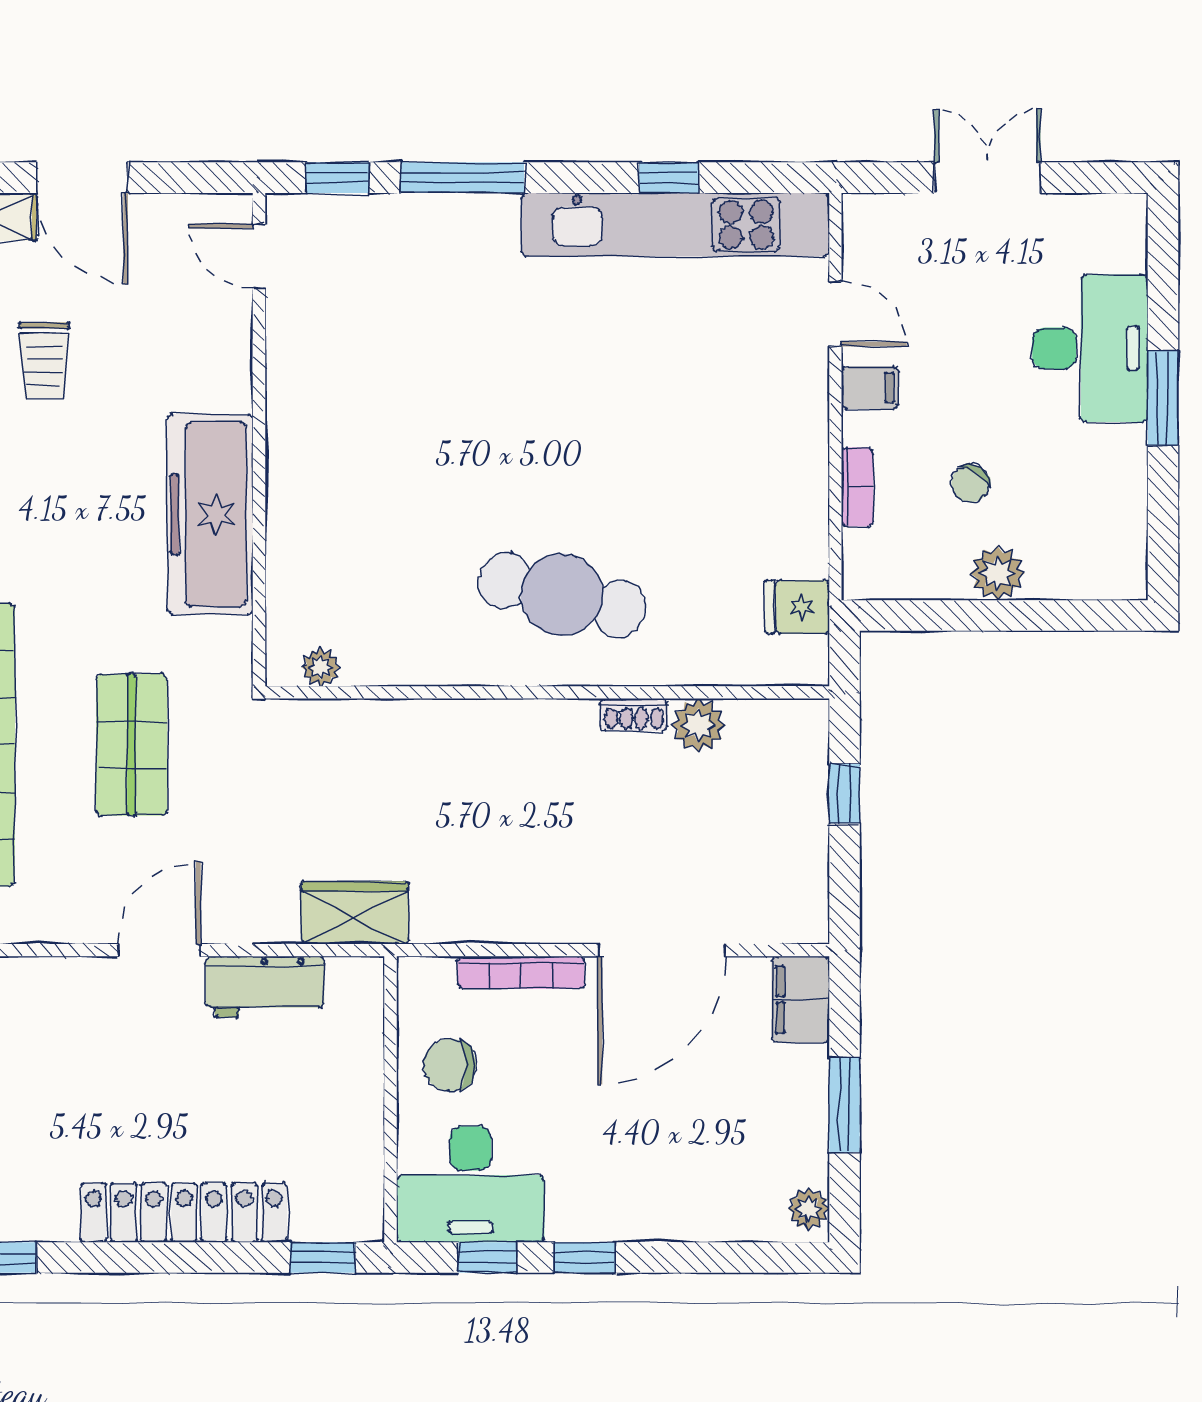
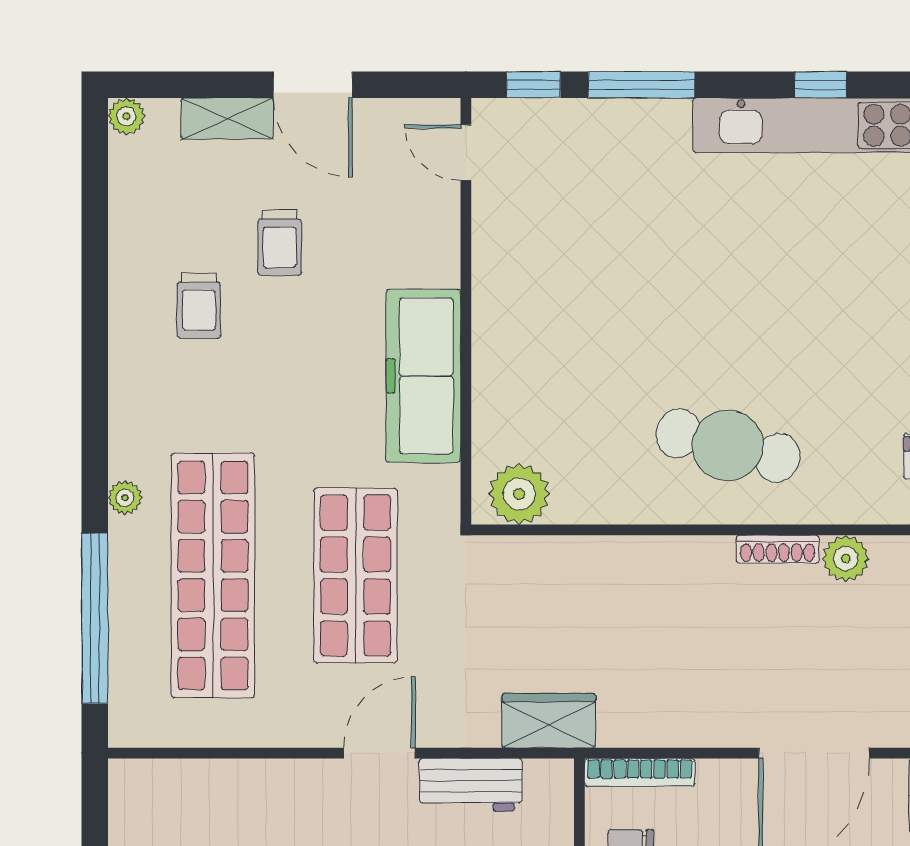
plant: (321, 667) -> (519, 494), width x1.87, depth x1.87
shoe rack: (634, 715) -> (778, 549), width x1.43
shop shelf: (132, 745) -> (356, 575), width x1.43, depth x1.36
bookcase: (521, 973) -> (640, 772), moved

